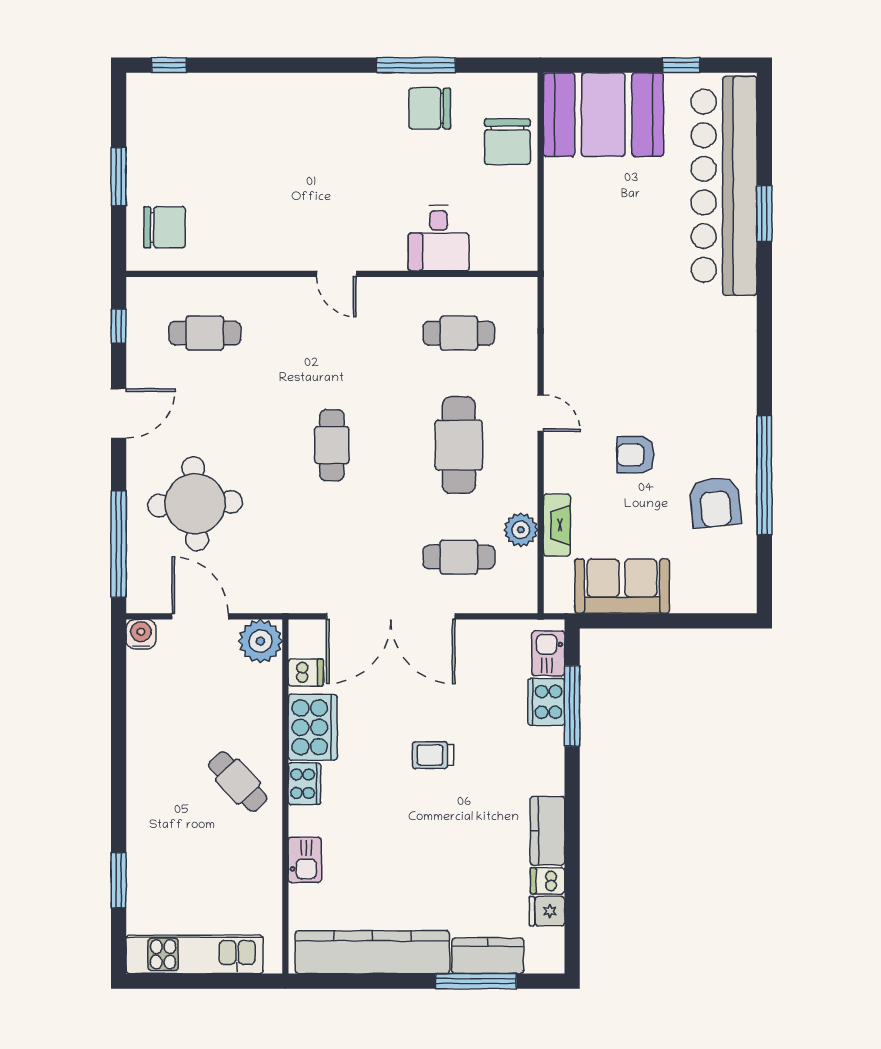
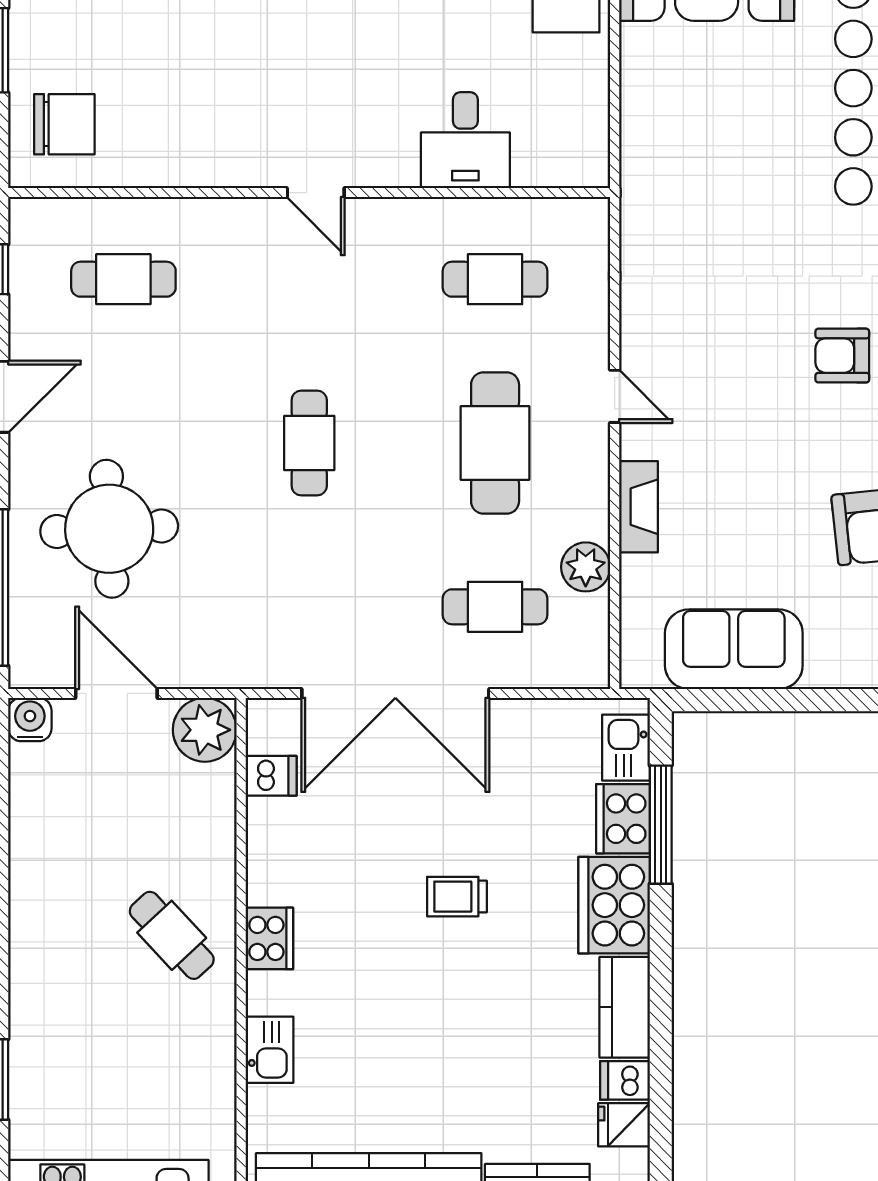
armchair: (636, 455) -> (842, 356), moved
fireplace: (557, 525) -> (638, 507), moved
cooker: (313, 727) -> (614, 905), moved, turned 180

